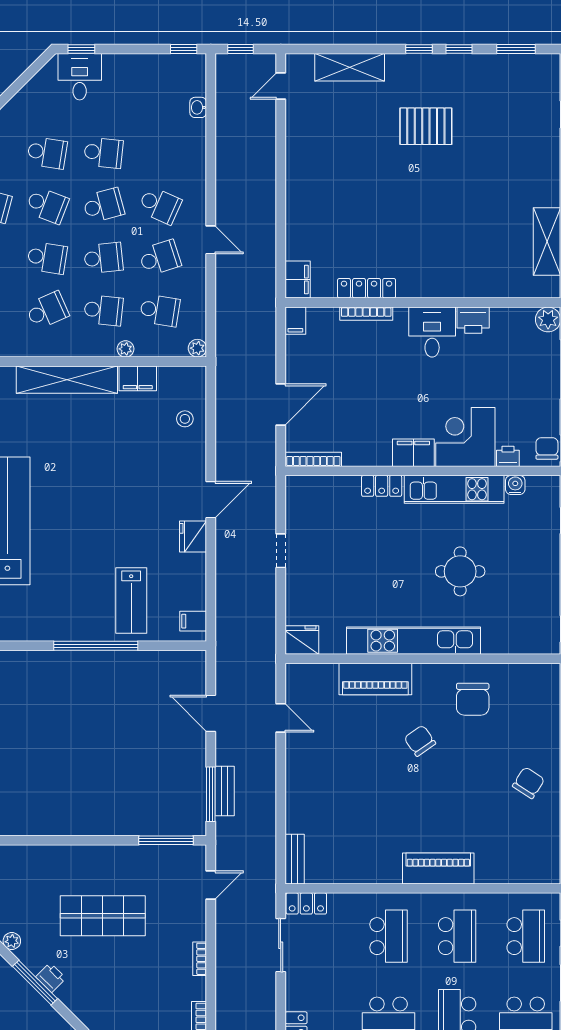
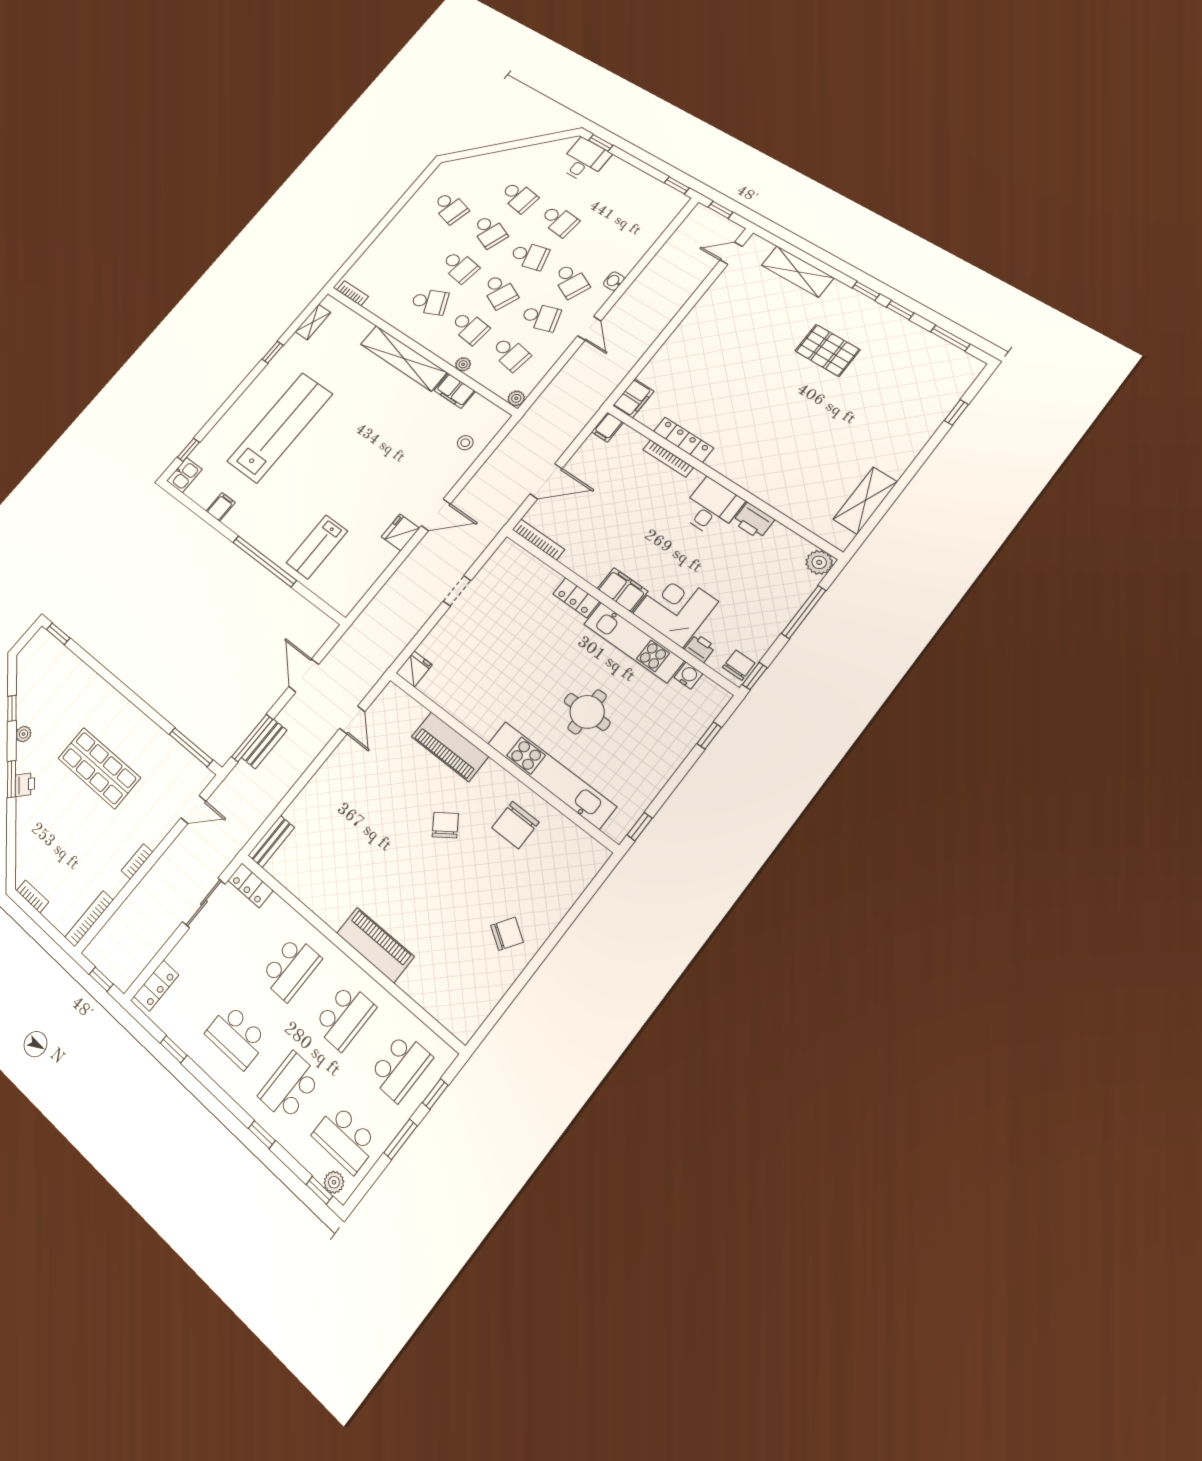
washbasin: (198, 107) -> (614, 281), moved
school desk: (103, 258) -> (500, 291), turned 30
filing cabinet: (193, 621) -> (221, 507), moved, turned 90
fridge: (302, 640) -> (414, 669), width x0.72
kitchen unit: (414, 641) -> (551, 775), moved
window: (35, 983) -> (11, 779), width x0.69

